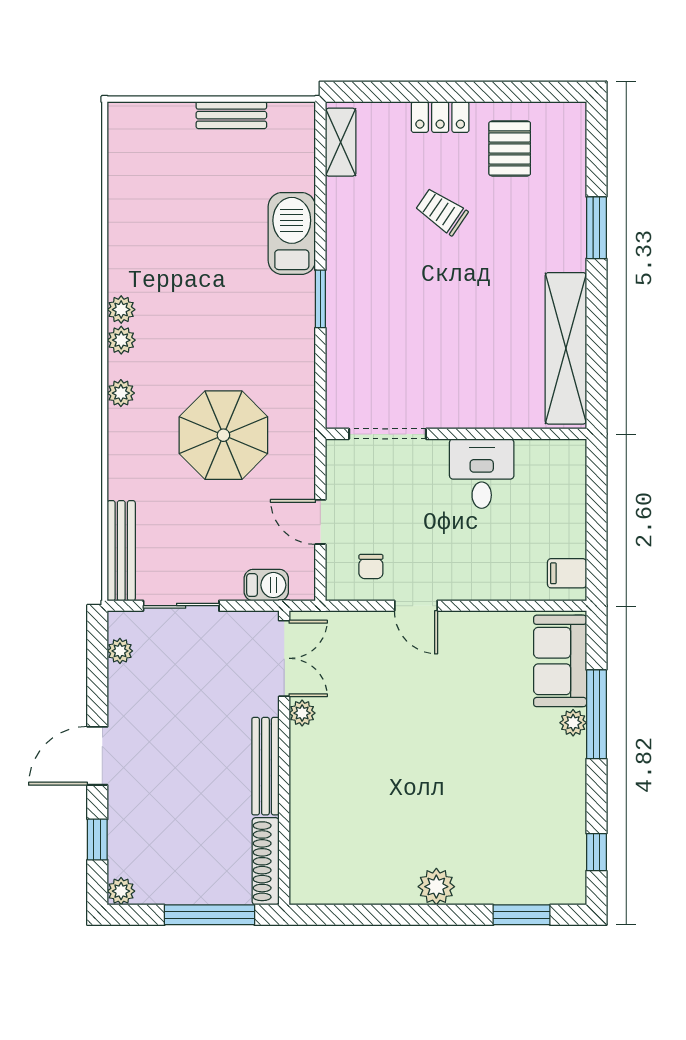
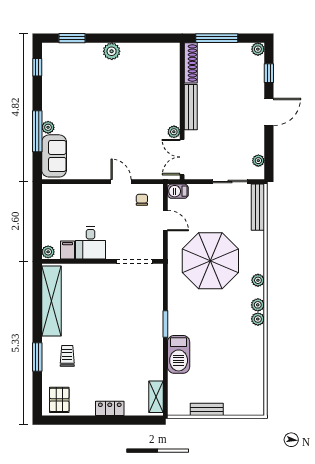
pallet: (510, 148) -> (59, 400), moved
trolley: (442, 211) -> (67, 356), moved, turned -124
parasol: (223, 435) -> (210, 261), width x1.36, depth x1.36
plant: (573, 454) -> (48, 252), added
filing cabinet: (567, 573) -> (68, 250), moved, turned -90
barbecue: (266, 585) -> (178, 191), moved

